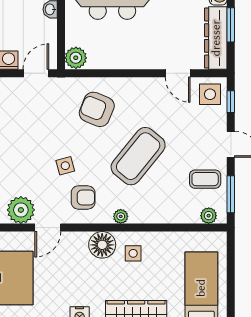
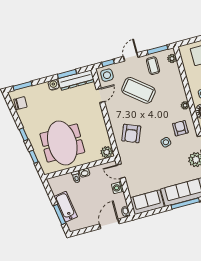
coffee table: (138, 156) -> (138, 90), moved

